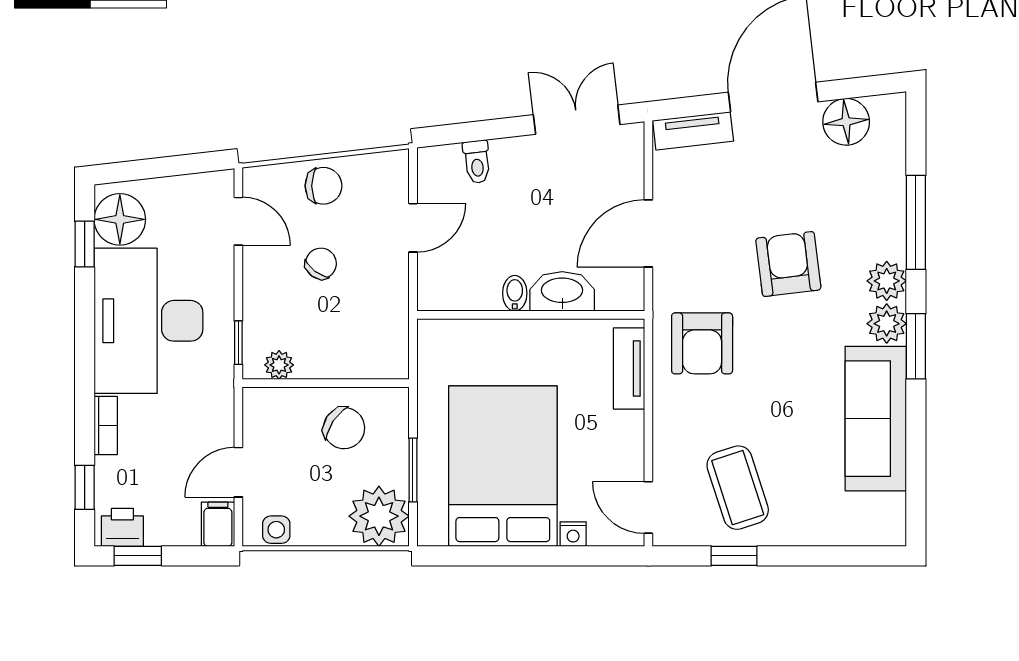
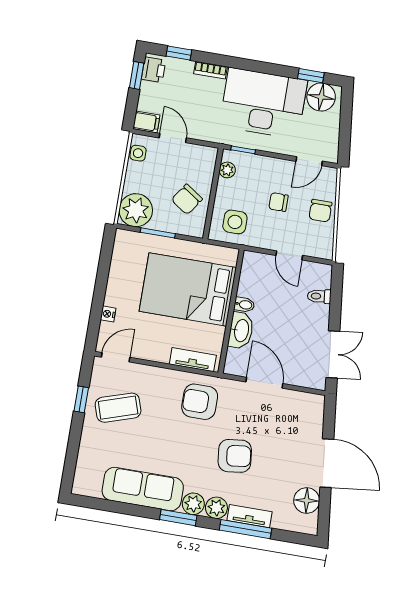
tv unit: (693, 131) -> (250, 516), moved, turned 97
chair: (321, 264) -> (278, 202), turned 143
side table: (370, 335) -> (235, 222), added
bed: (503, 466) -> (188, 289), moved, turned 180

